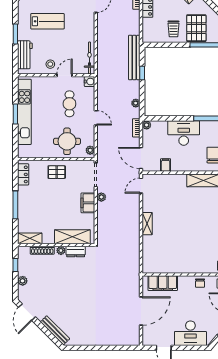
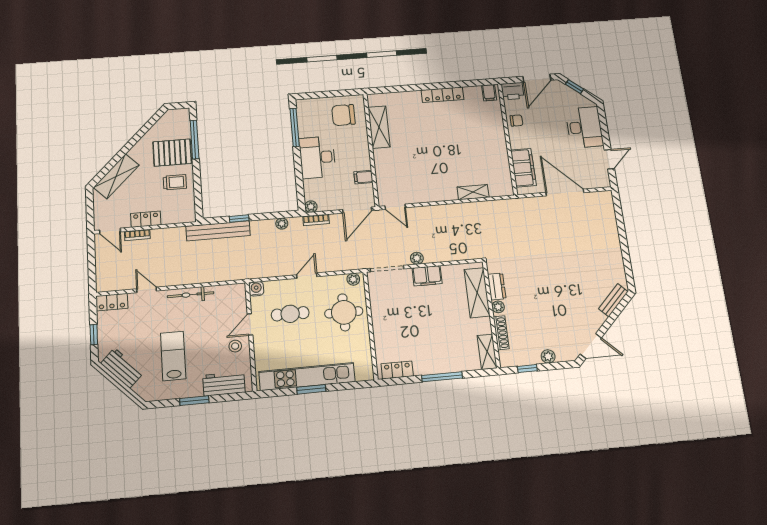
bicycle: (90, 58) -> (191, 295), moved
door: (65, 75) -> (250, 324), hinge flipped
pallet: (57, 172) -> (389, 323), removed
shelving: (147, 224) -> (473, 192), moved
bench: (55, 330) -> (613, 300), width x0.73

